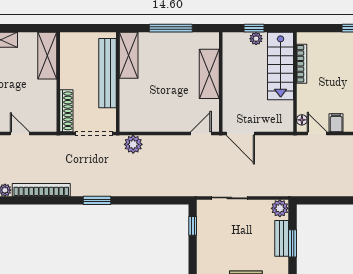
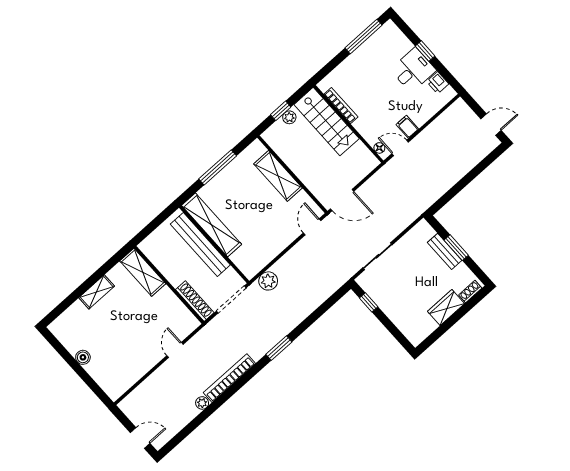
shelving: (129, 55) -> (212, 225), width x1.47
door: (20, 134) -> (175, 350), hinge flipped
plant: (280, 208) -> (423, 230), removed

